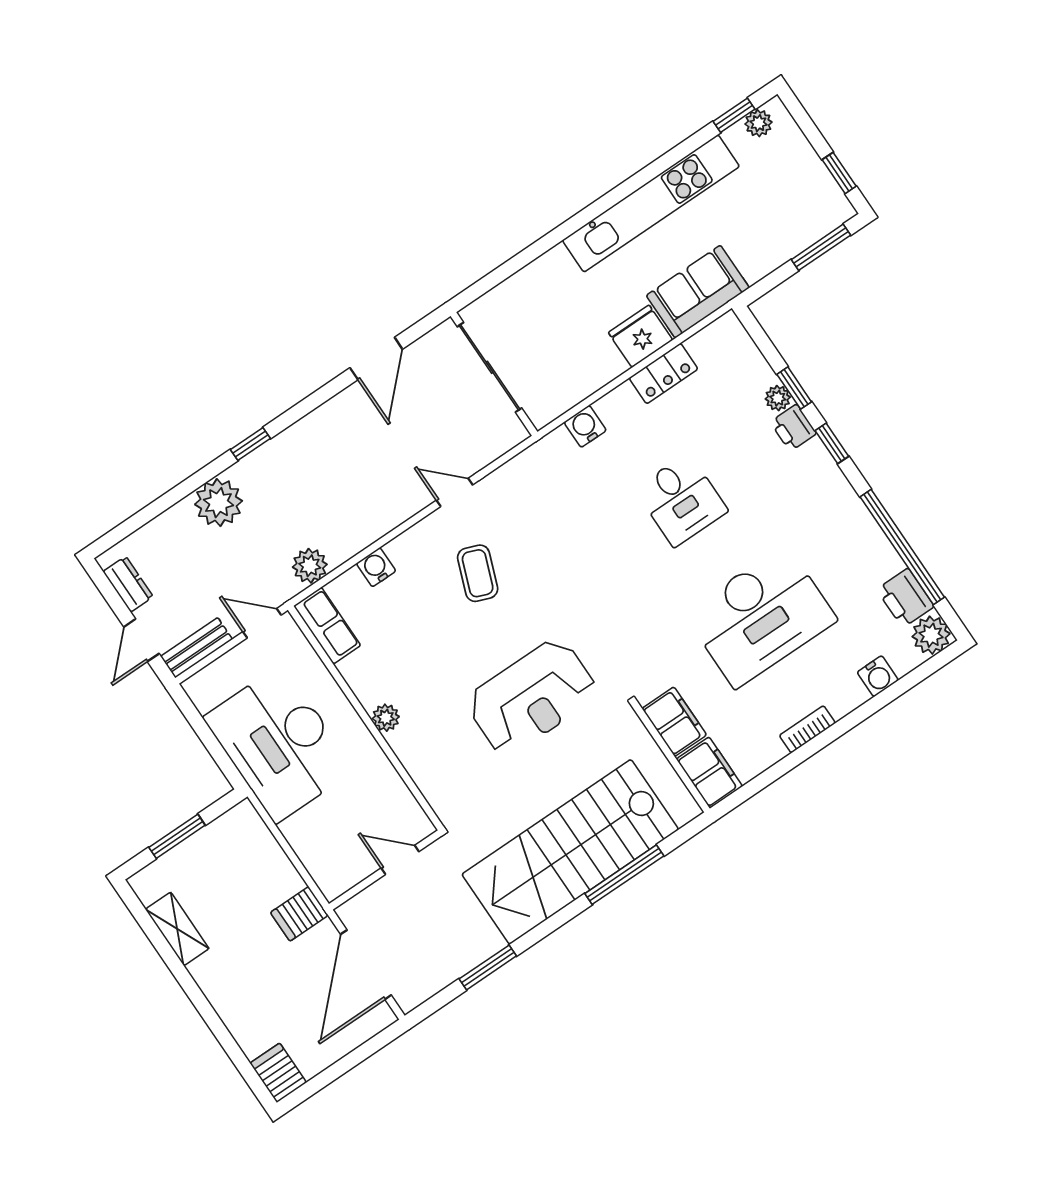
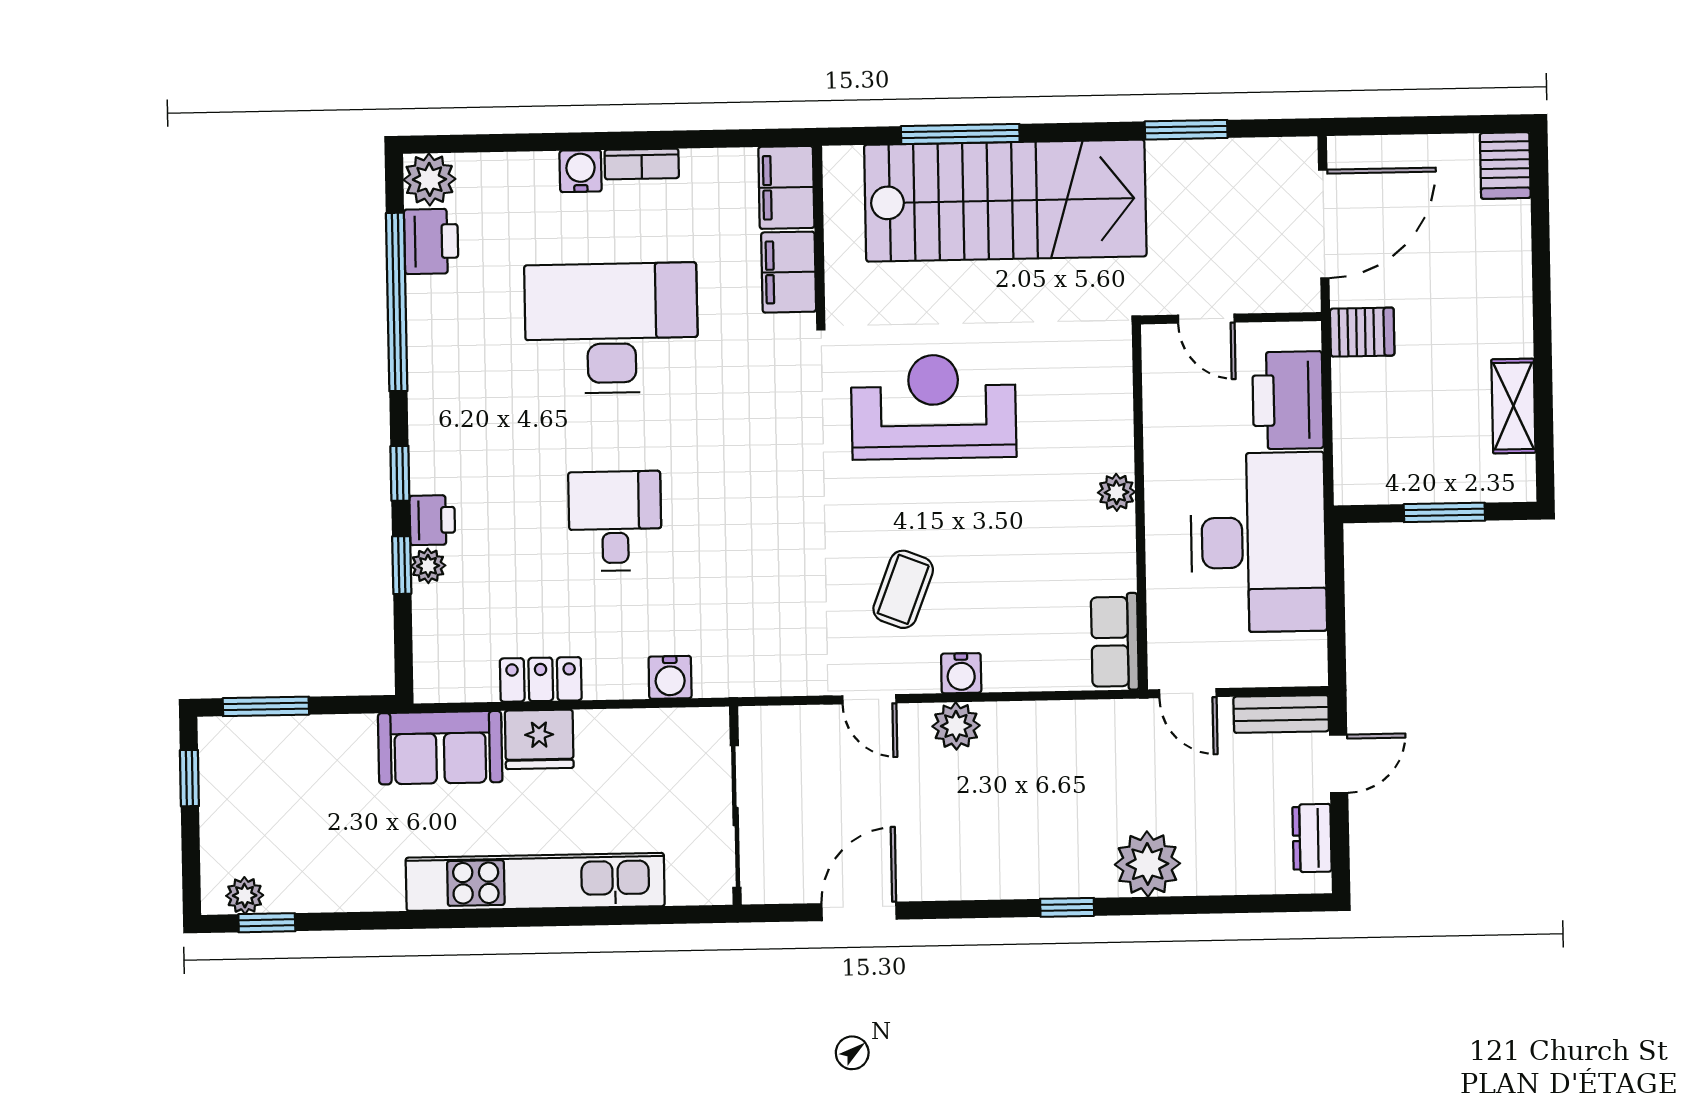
kitchen unit: (651, 203) -> (535, 882), moved
plant: (310, 566) -> (956, 726), moved
water cooler: (376, 567) -> (961, 673), moved
water cooler: (878, 676) -> (581, 171), moved
printer: (318, 842) -> (1288, 400), added

